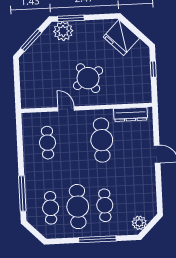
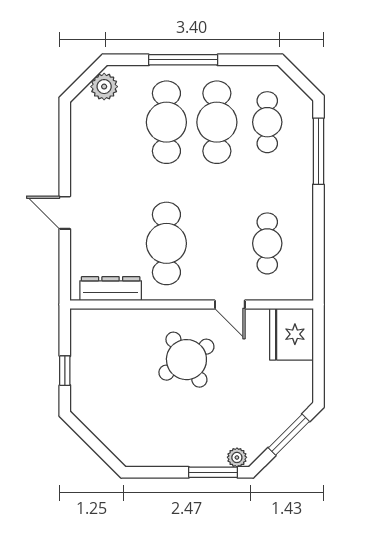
plant: (63, 31) -> (237, 457), width x0.53, depth x0.53
fridge: (121, 38) -> (291, 334), moved, turned -135
cafe table: (105, 205) -> (166, 122), width x1.37, depth x1.35

